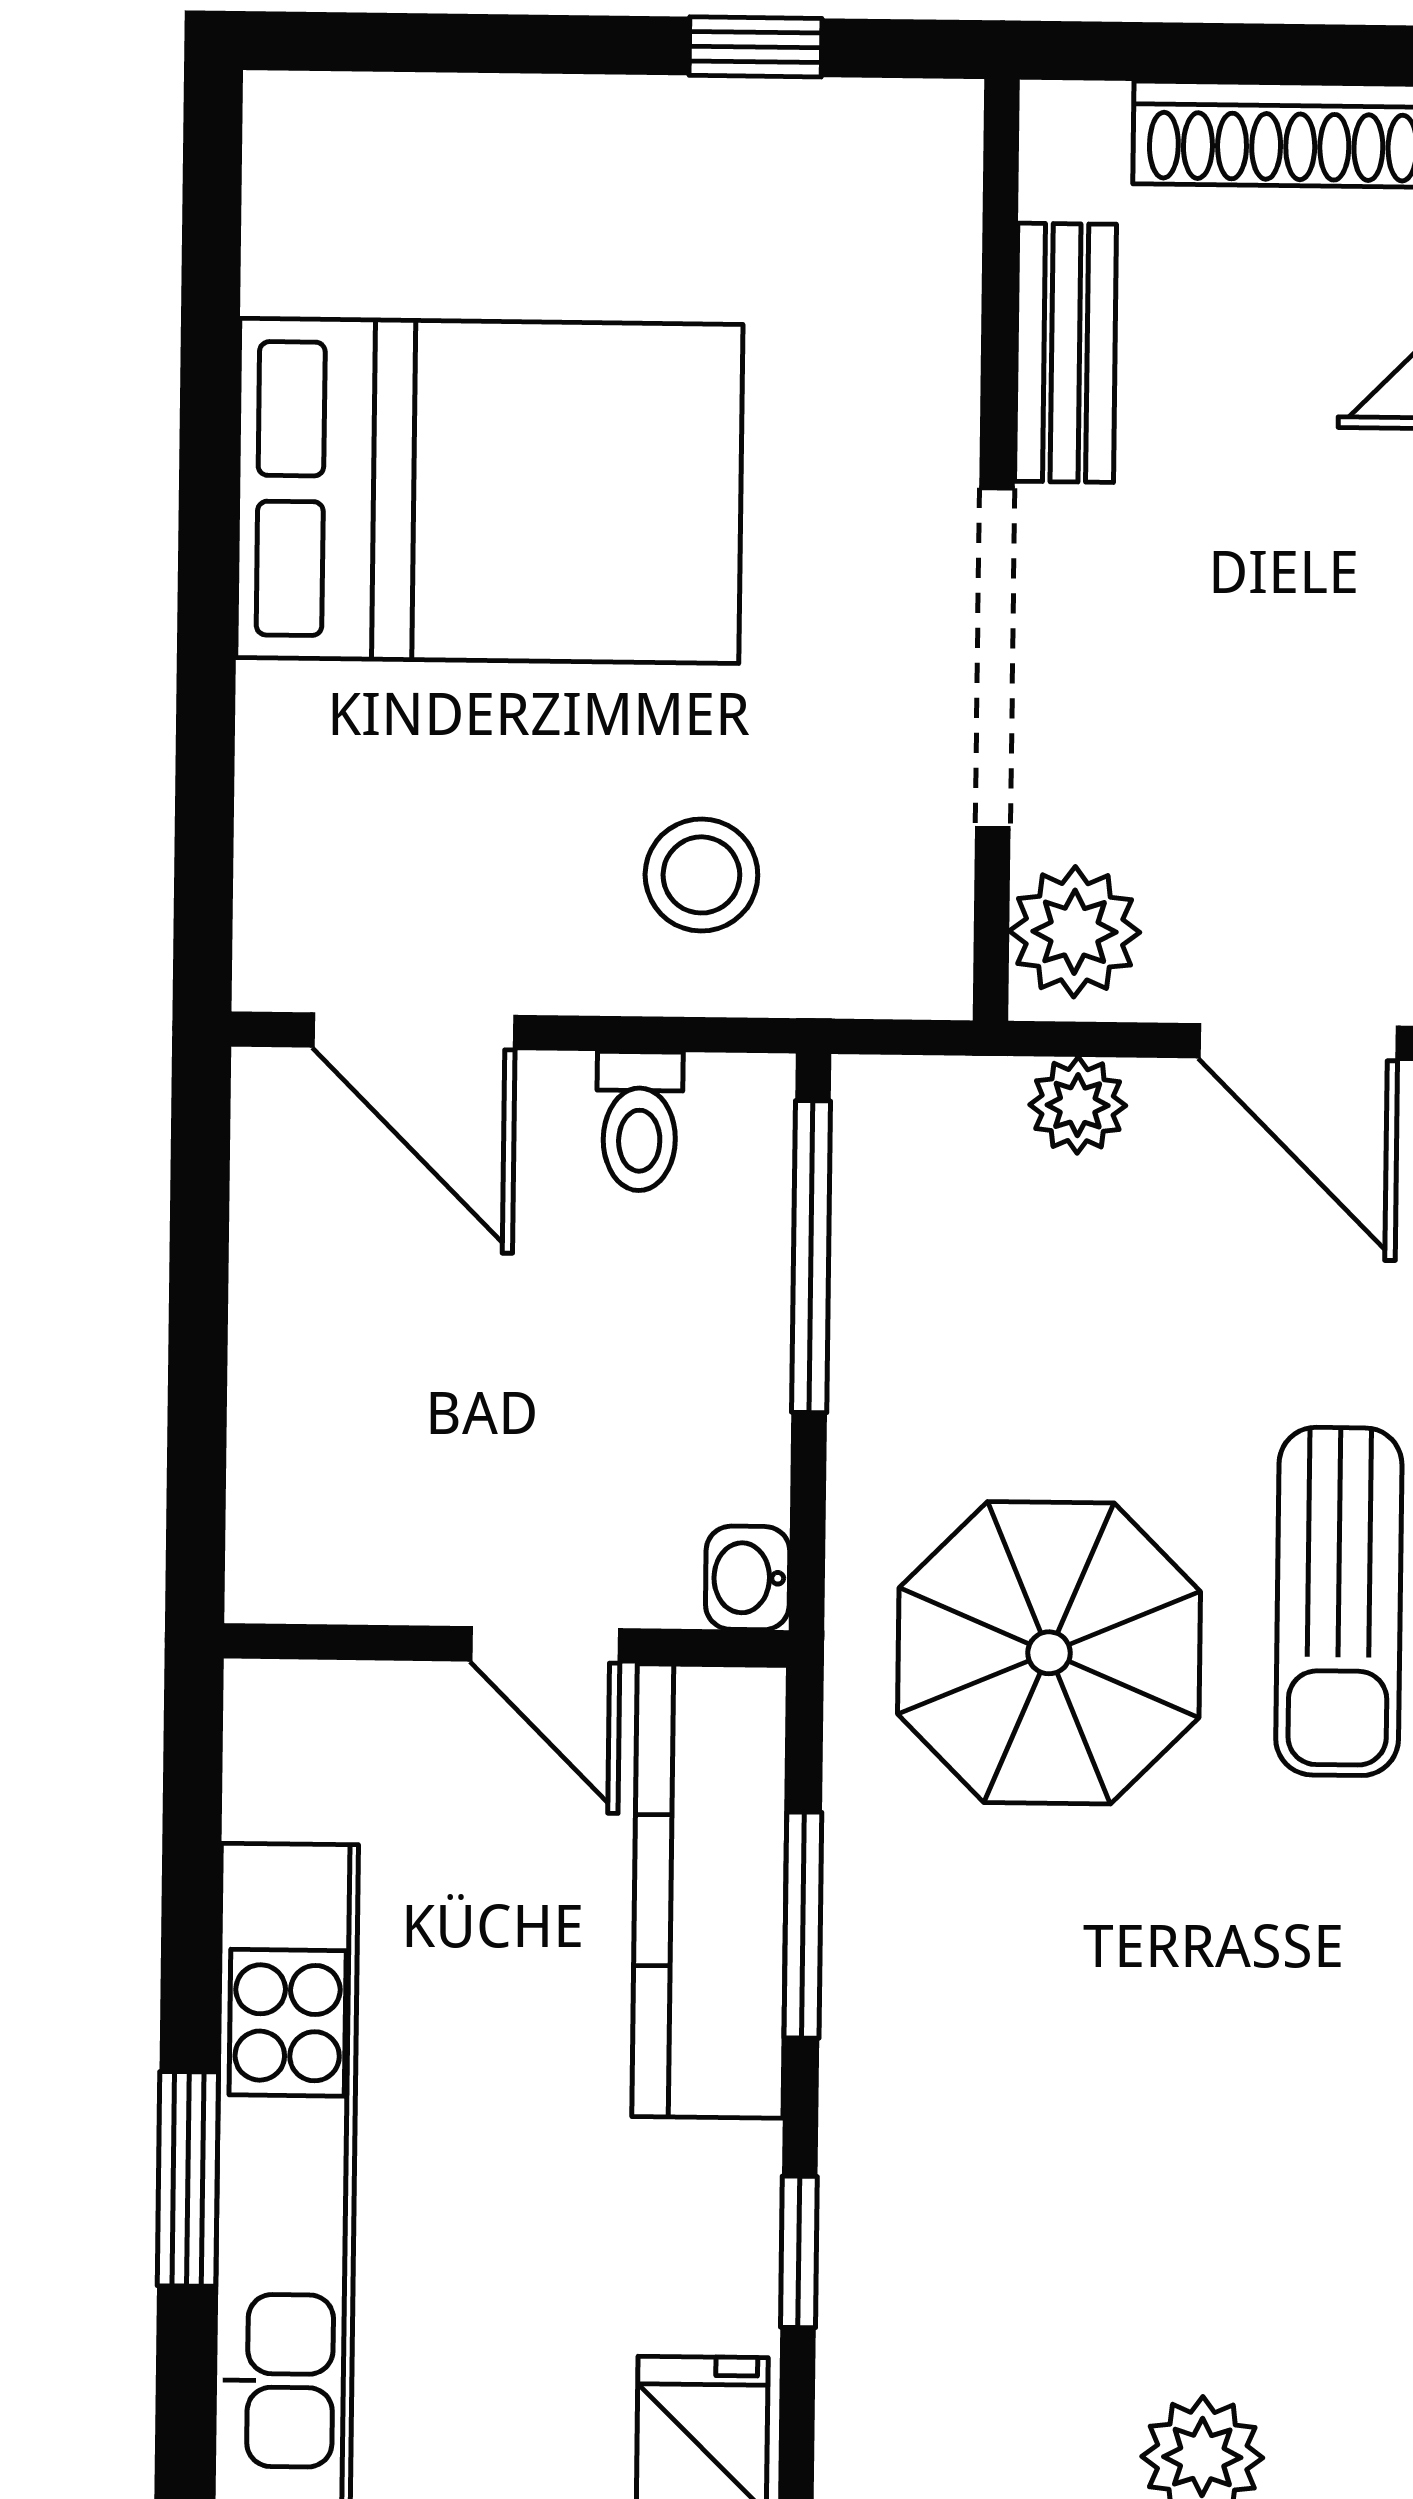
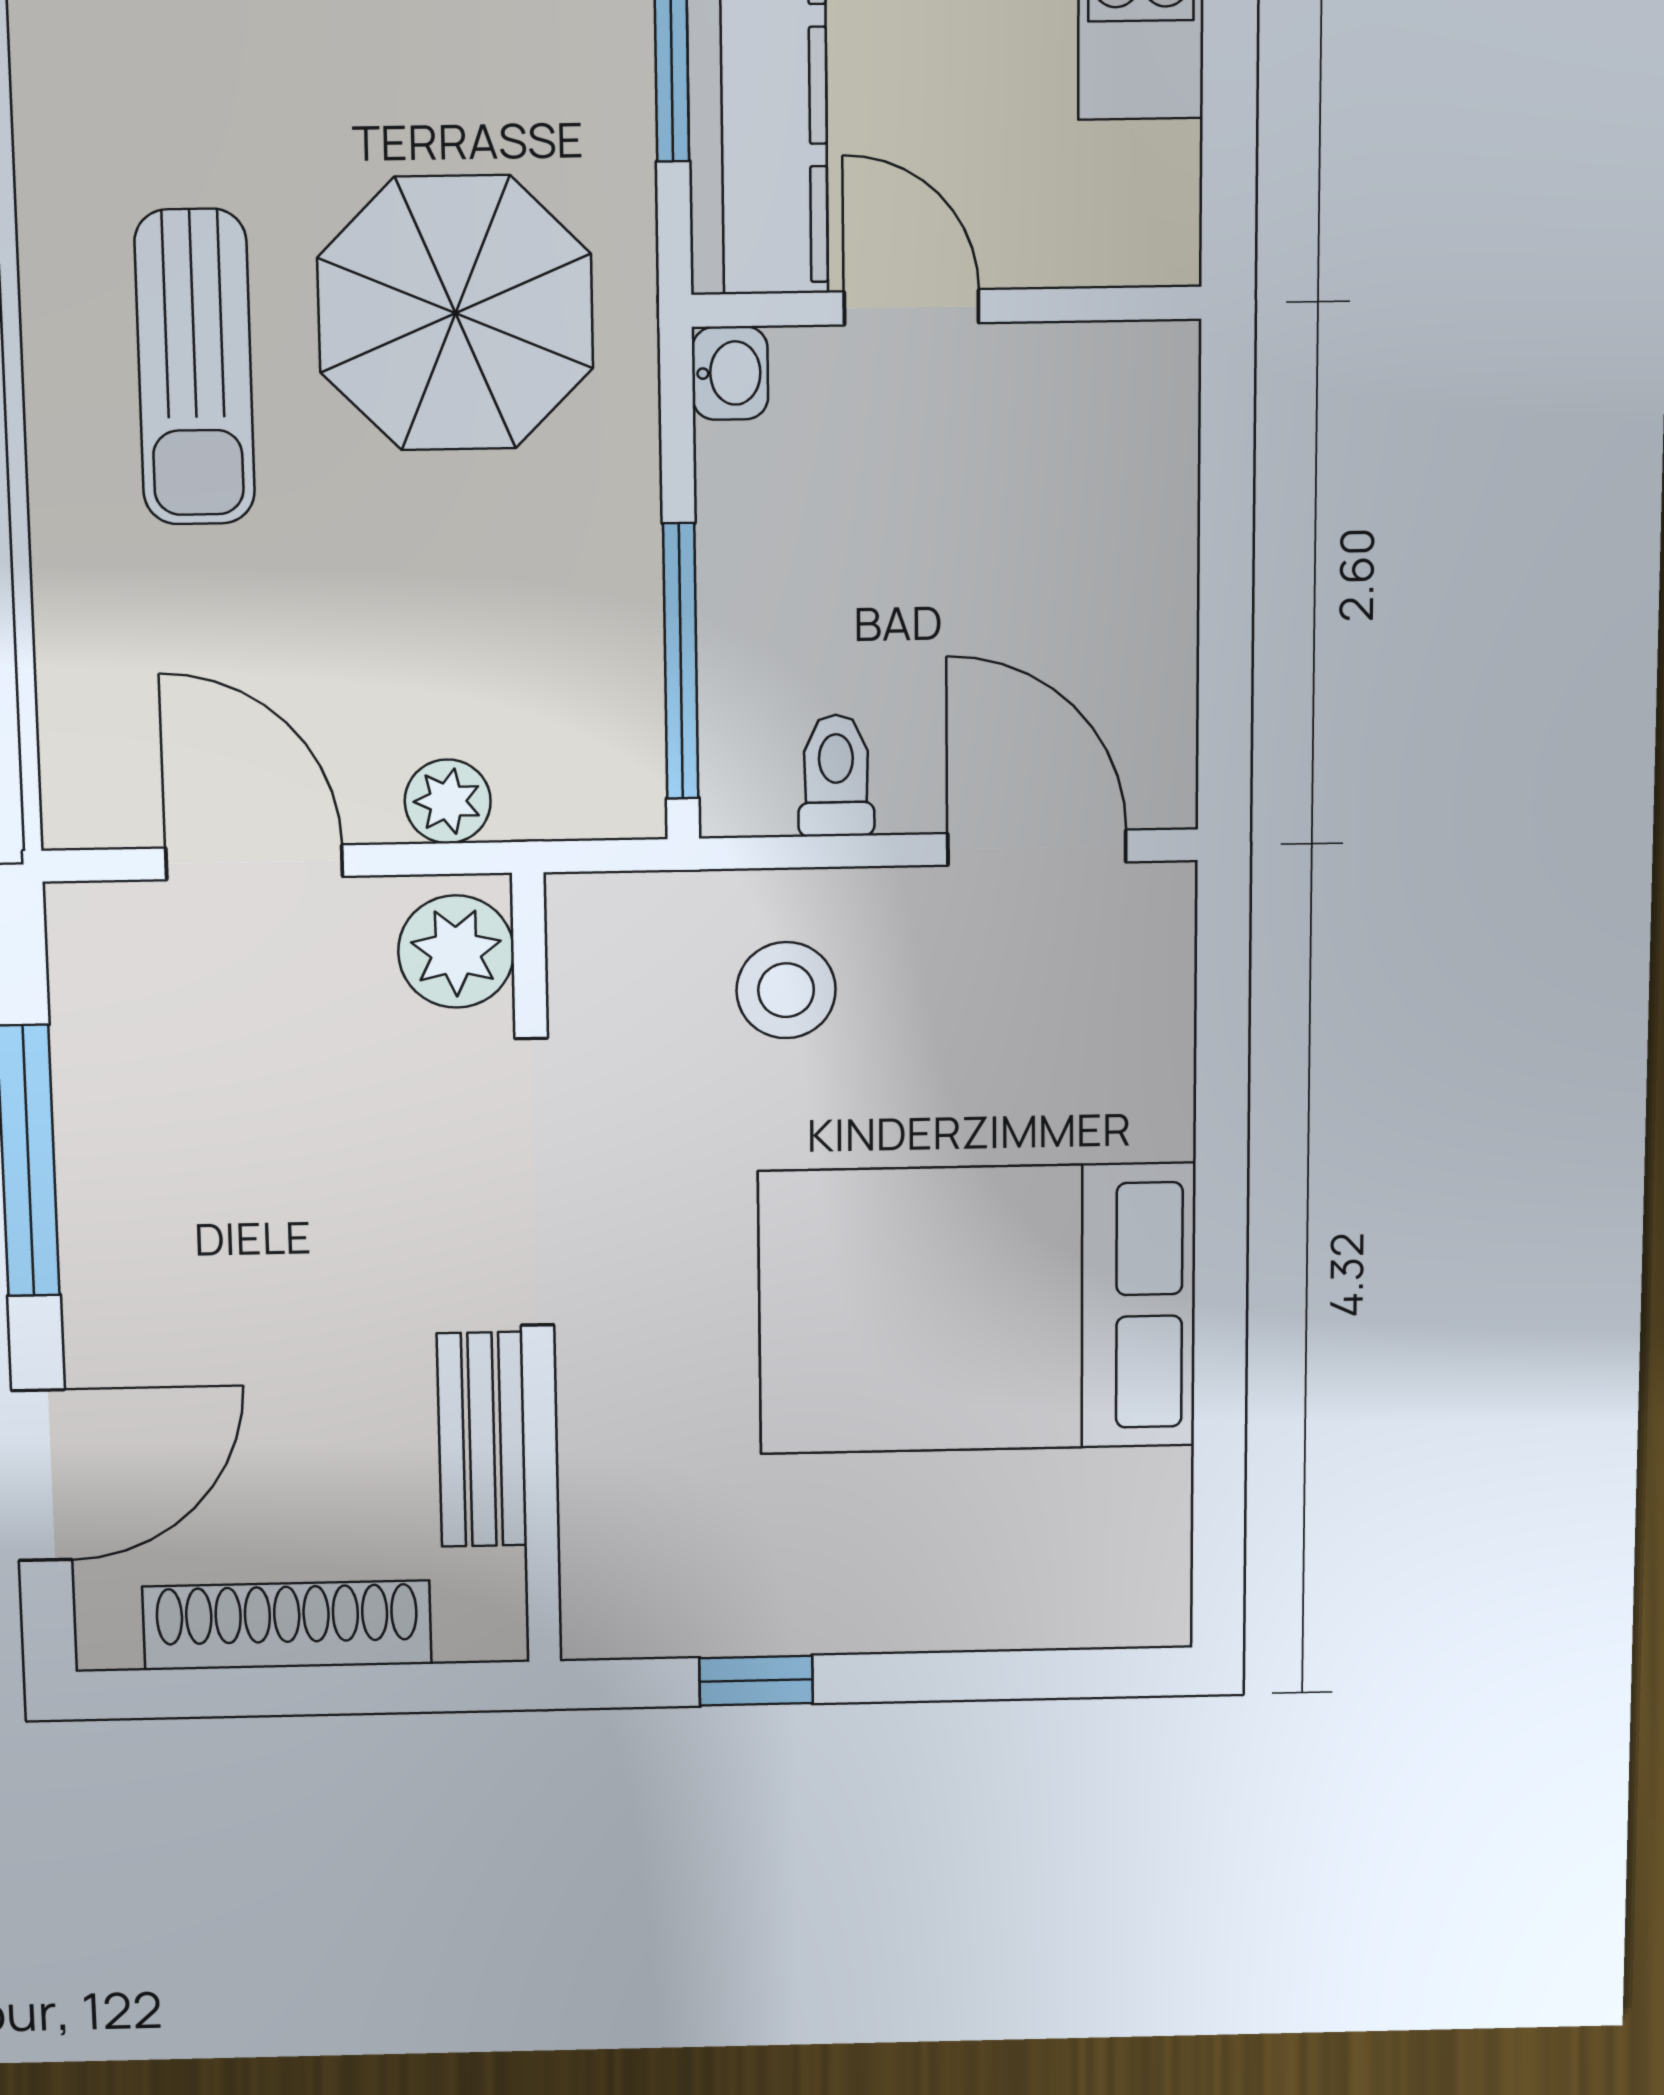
sun lounger: (1339, 1601) -> (195, 367), turned 180

